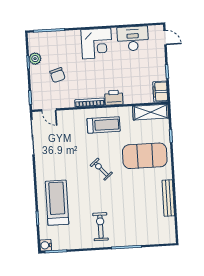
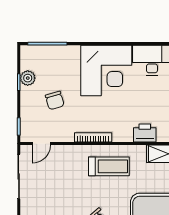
corner desk: (97, 44) -> (106, 70), width x1.36, depth x1.36
printer: (114, 98) -> (145, 133), moved
door: (49, 110) -> (41, 144), hinge flipped

